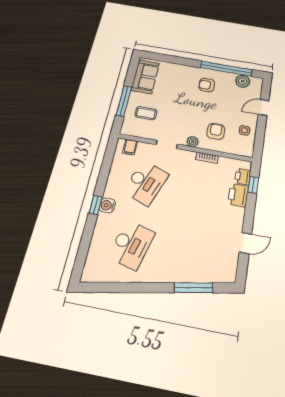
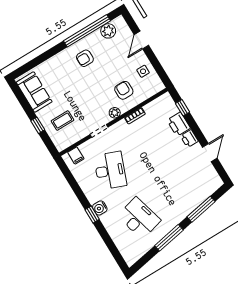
window: (124, 101) -> (38, 125), width x0.46
printer: (243, 177) -> (189, 139), moved
desk: (131, 245) -> (139, 218), turned -30
window: (141, 288) -> (169, 238), added

